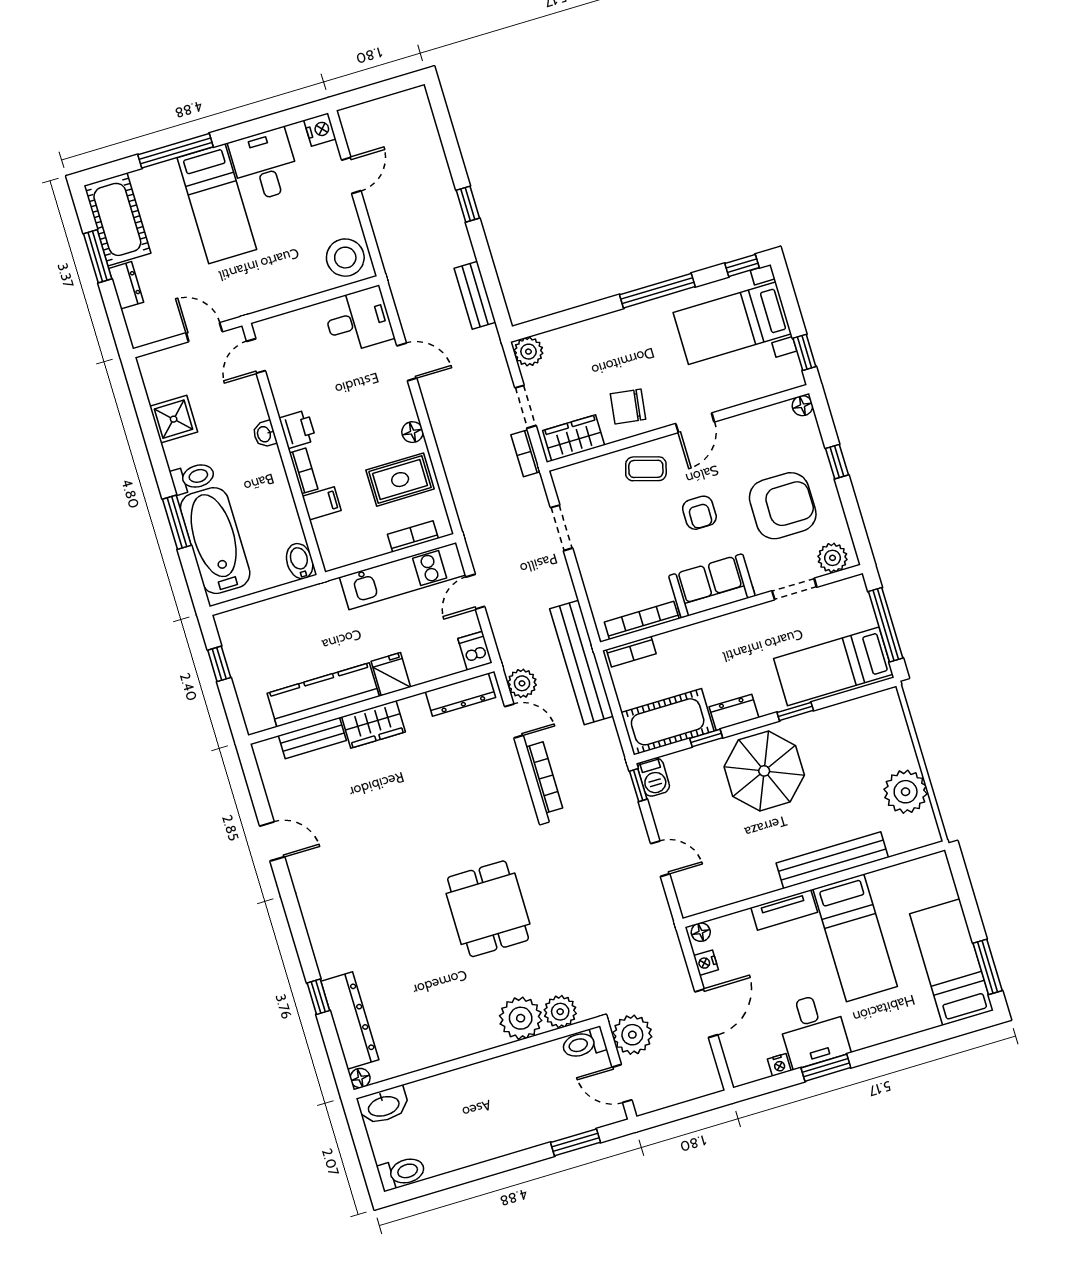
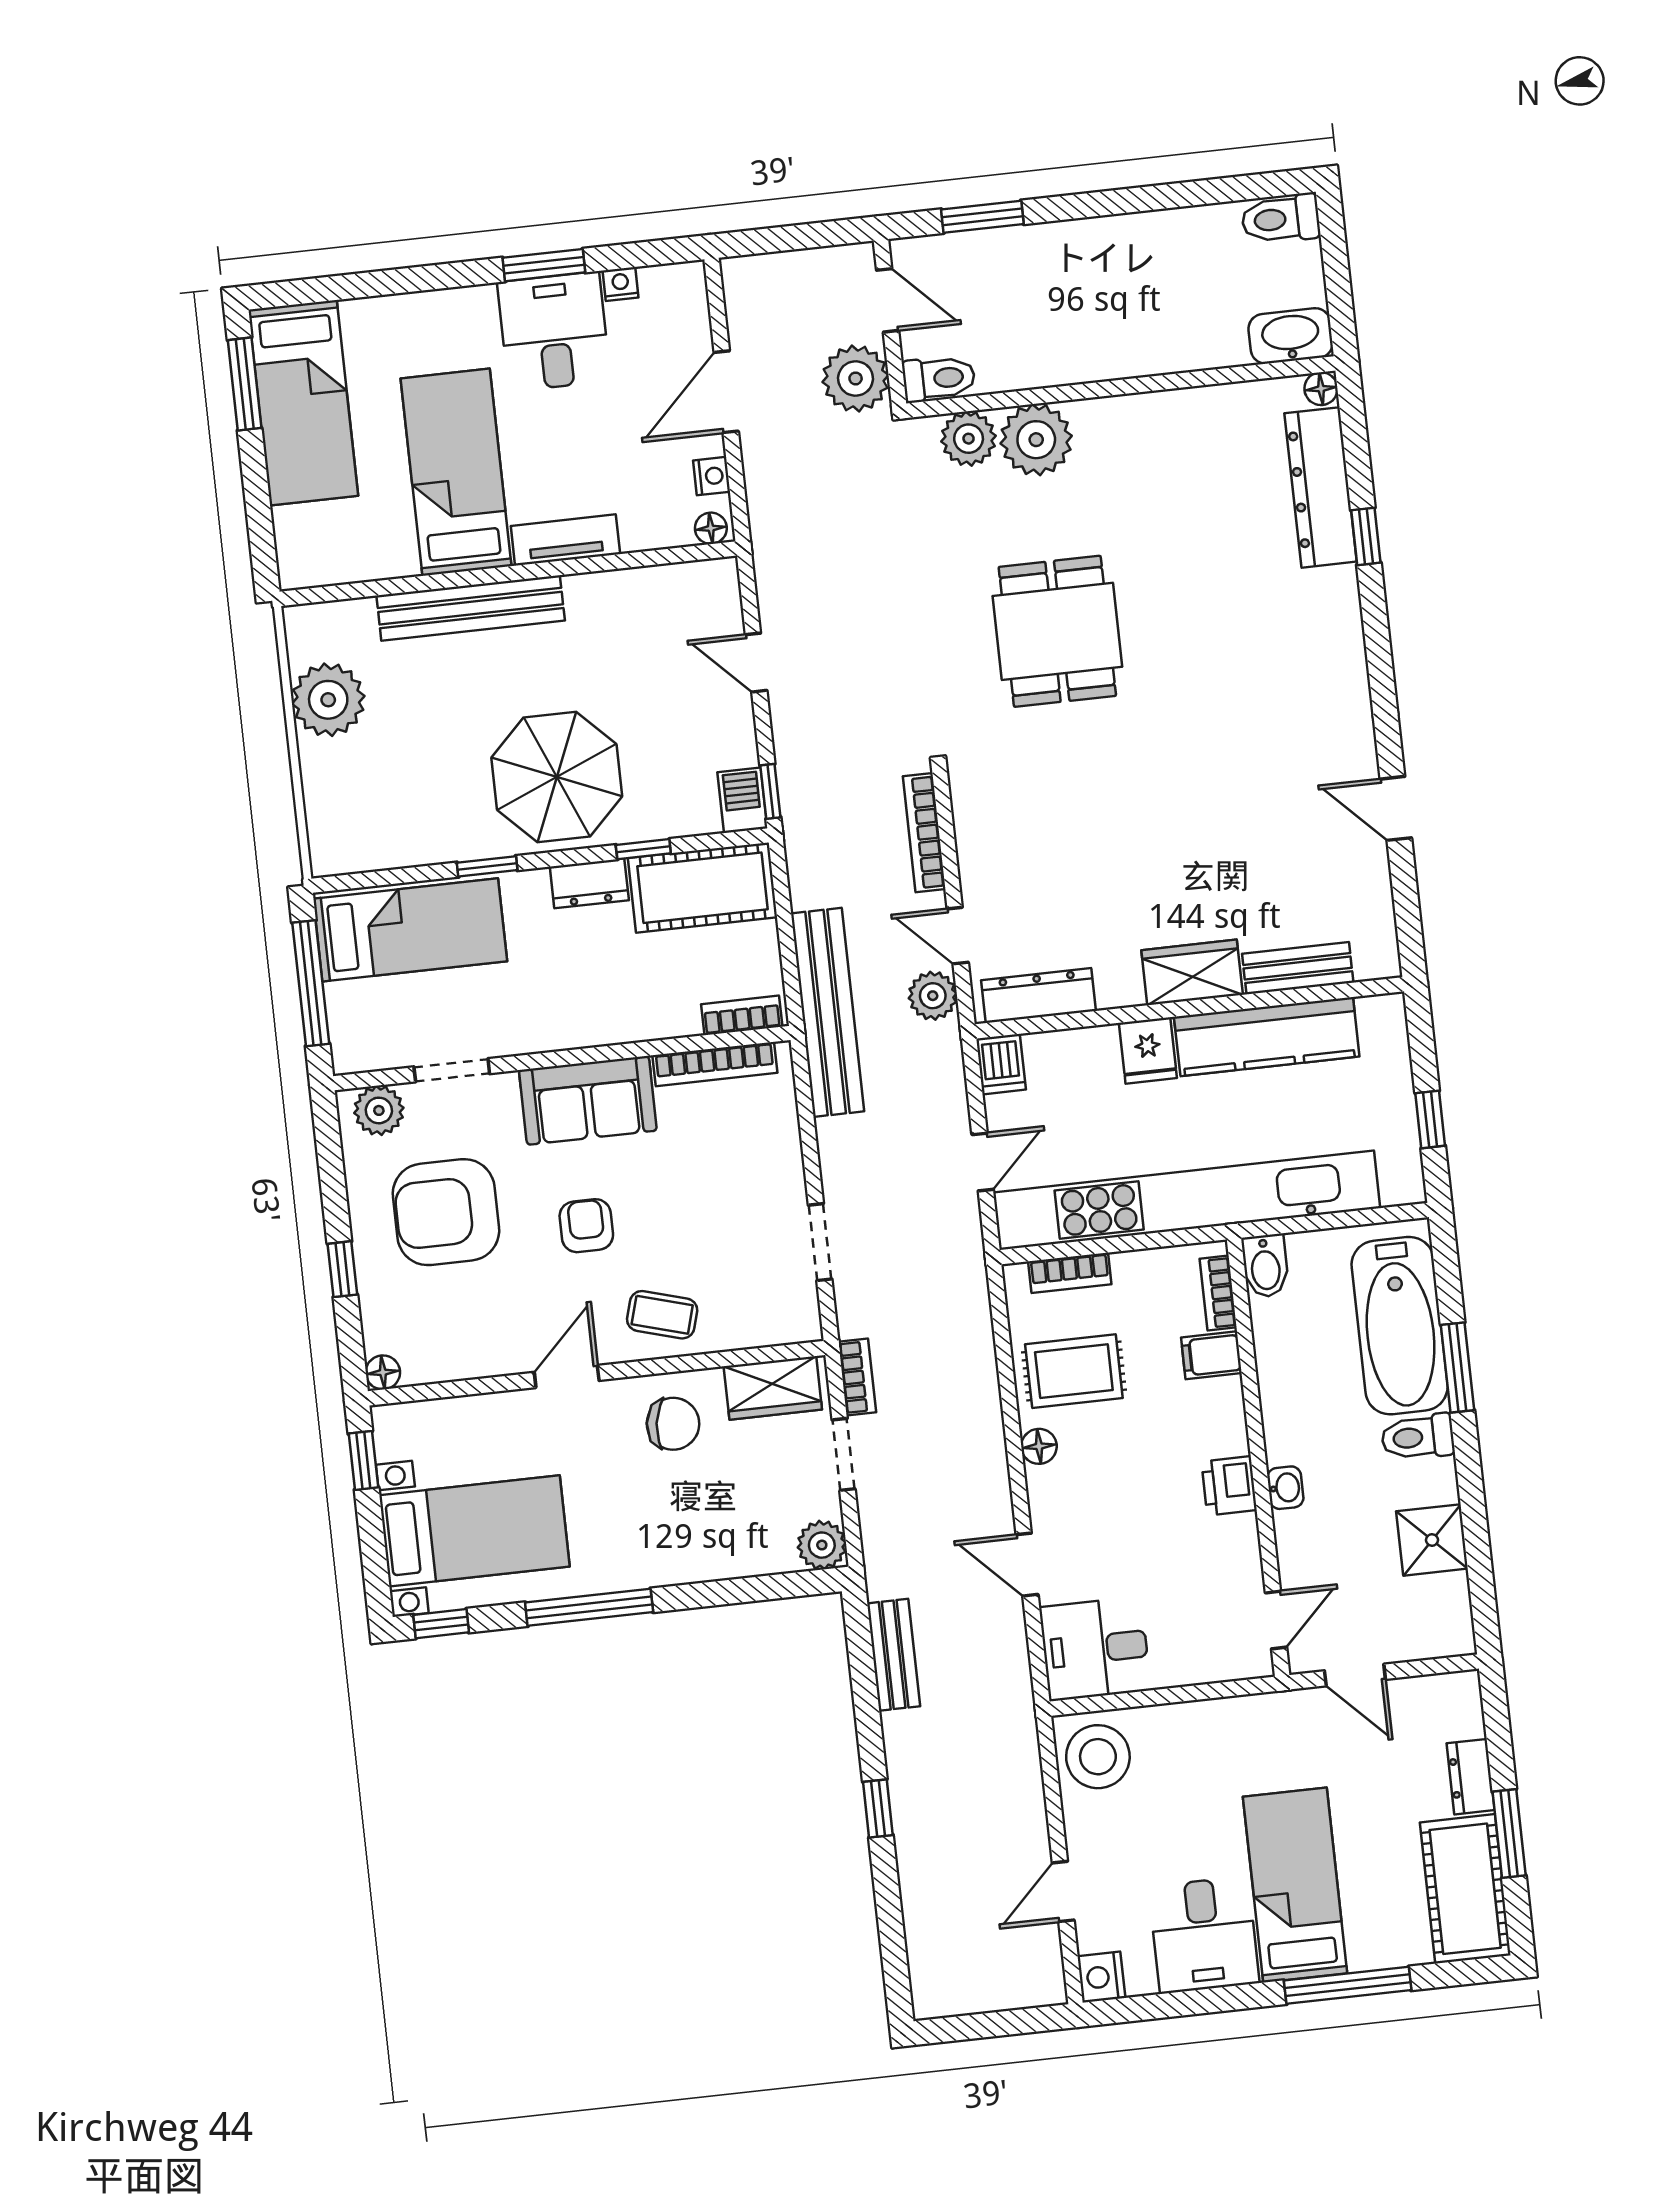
bookcase: (304, 471) -> (1218, 1293), moved
kitchen unit: (403, 576) -> (1187, 1200), width x1.86

